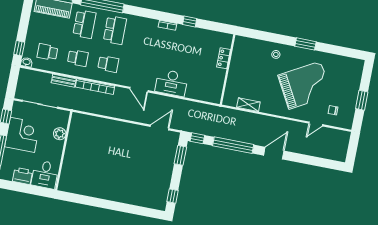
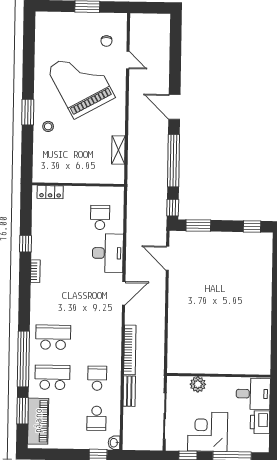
window: (305, 44) -> (28, 112), moved
locker: (224, 58) -> (50, 192), moved
school desk: (108, 64) -> (100, 217), moved

